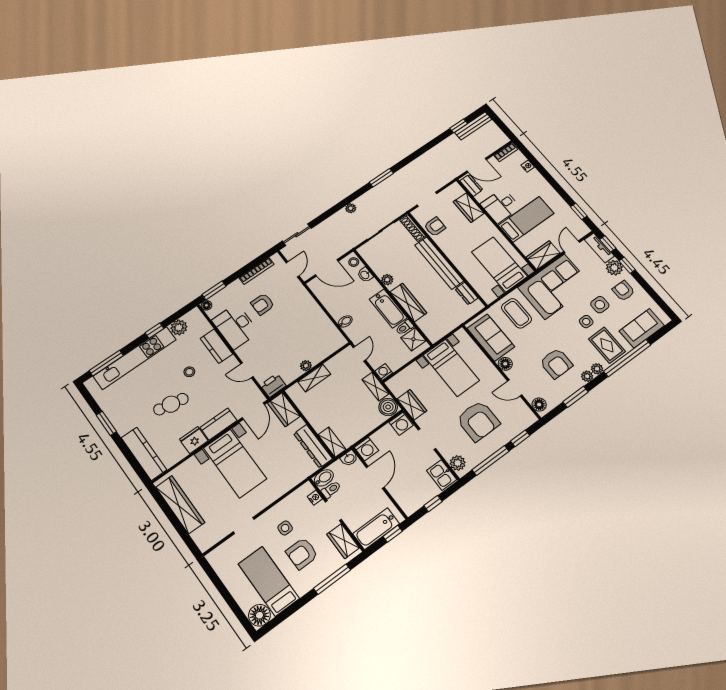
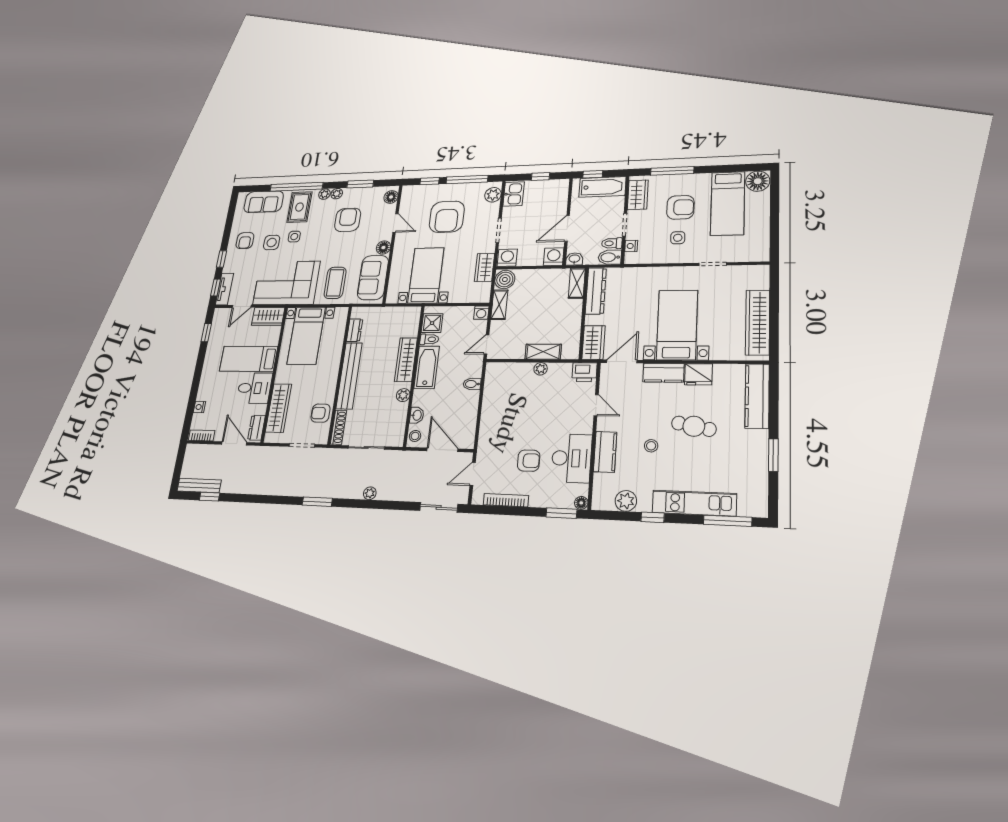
wardrobe: (469, 207) -> (279, 408), width x1.50
plant: (614, 268) -> (232, 264), removed
kitchen unit: (135, 358) -> (694, 503), width x0.73
armchair: (478, 421) -> (447, 217), turned 180

